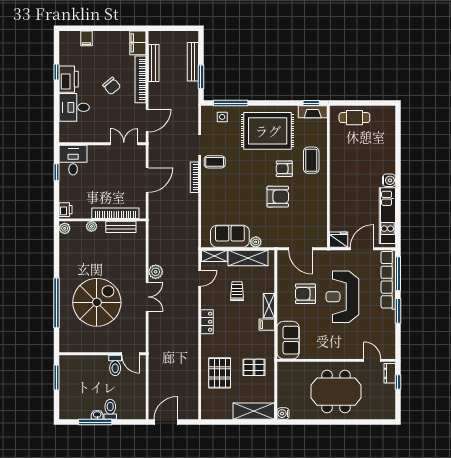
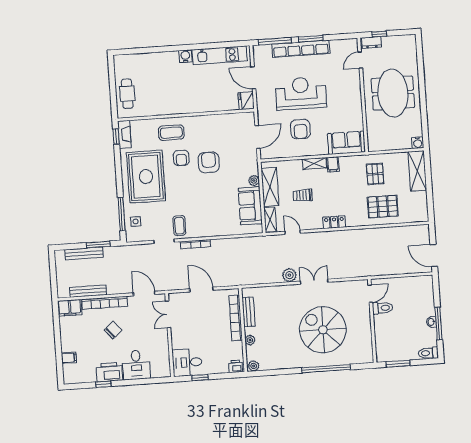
row of seats: (388, 280) -> (301, 49), moved
reception desk: (342, 297) -> (301, 93), turned 180
toilet: (110, 409) -> (428, 353), moved

